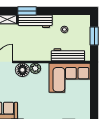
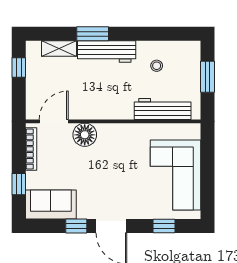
plant: (35, 68) -> (107, 132), removed
corner sofa: (70, 78) -> (175, 175), moved, turned 90

